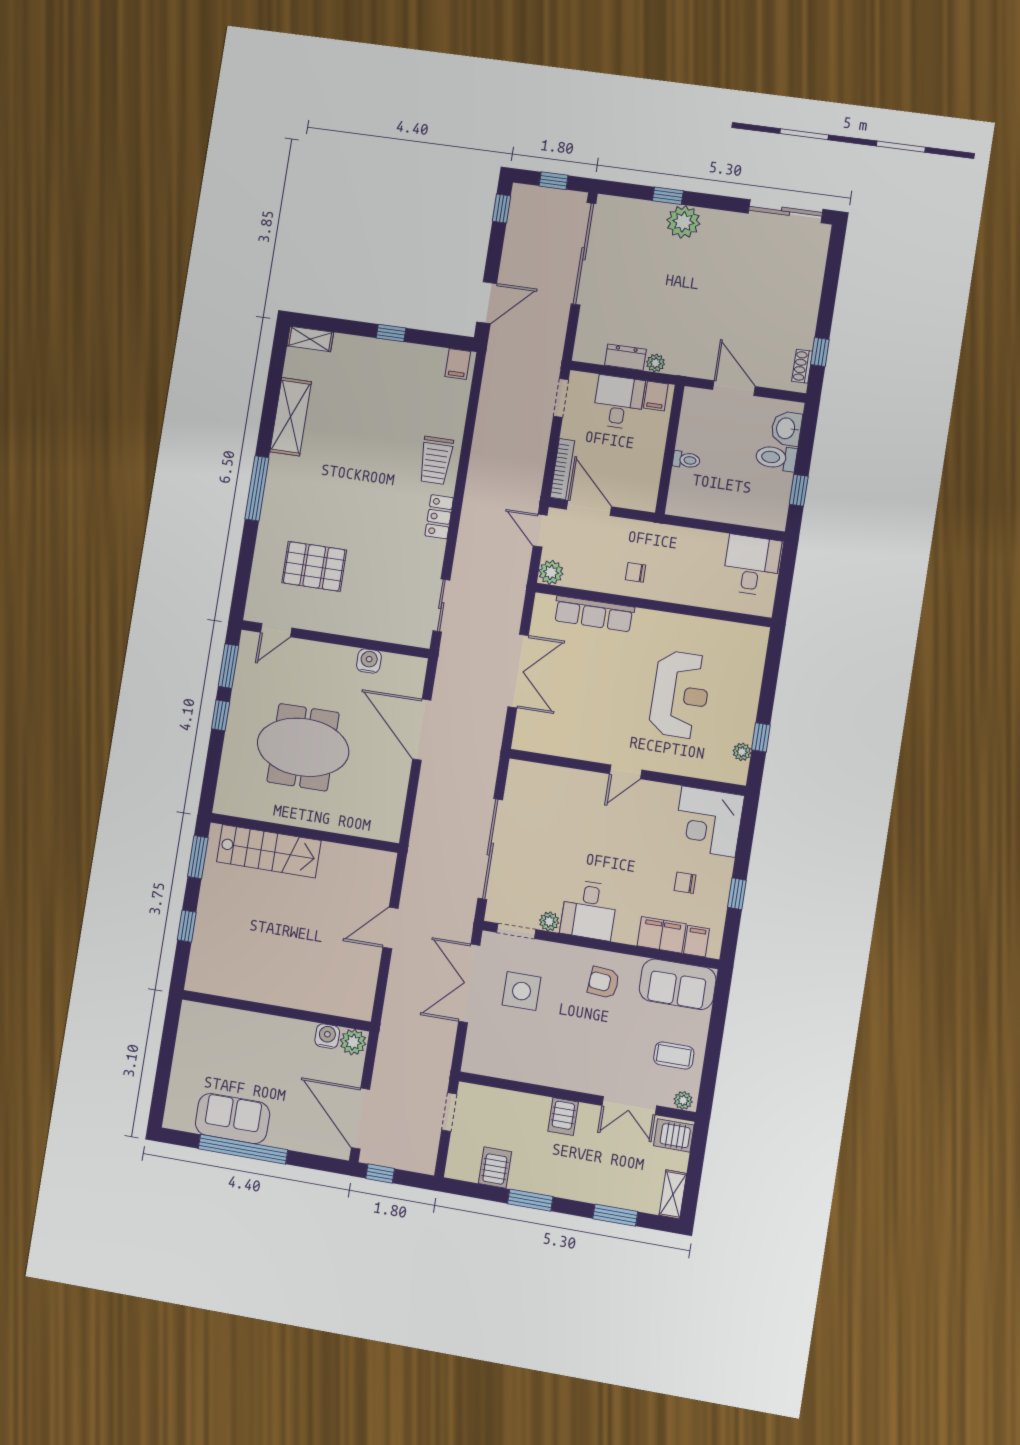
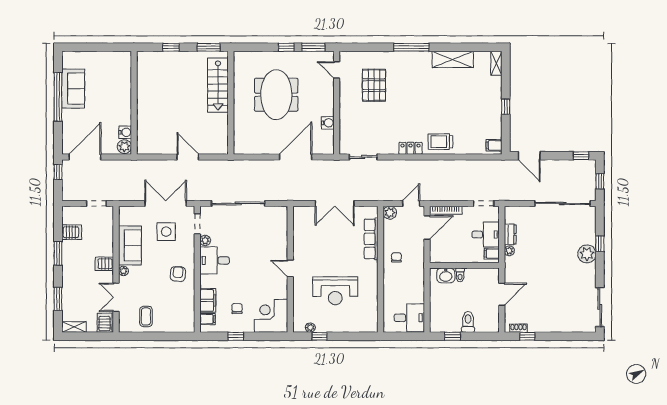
washbasin: (786, 428) -> (446, 275), moved, turned 180
sofa: (678, 984) -> (130, 245), moved, turned 180
plant: (683, 1100) -> (123, 271), moved

